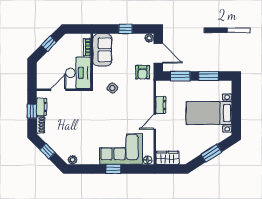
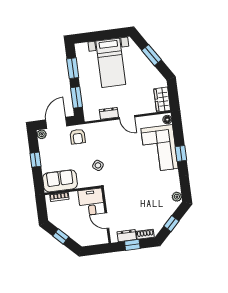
armchair: (142, 72) -> (78, 137), turned 90
desk: (78, 73) -> (91, 202), width x0.73

